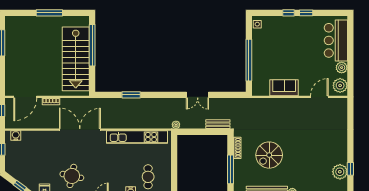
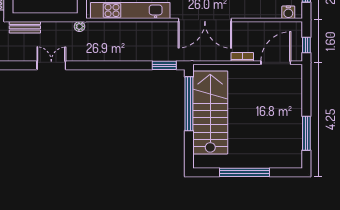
window: (49, 13) -> (245, 172), width x1.46
window: (92, 45) -> (189, 104), moved
window: (131, 95) -> (164, 65), moved

